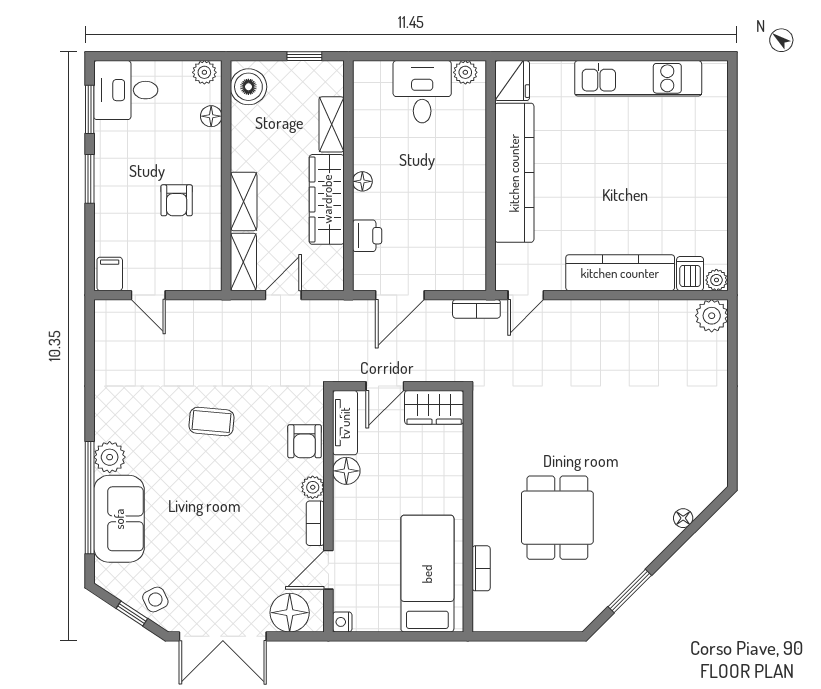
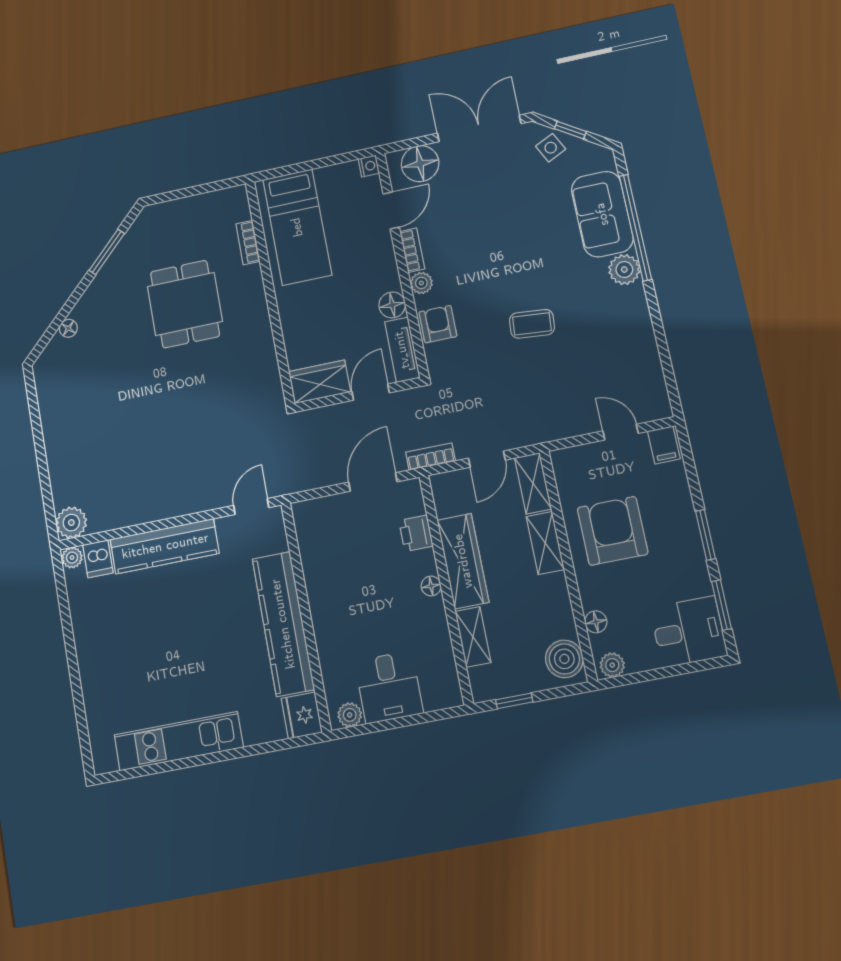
armchair: (177, 200) -> (613, 531), width x1.88, depth x1.88
bookcase: (476, 309) -> (430, 457), moved

